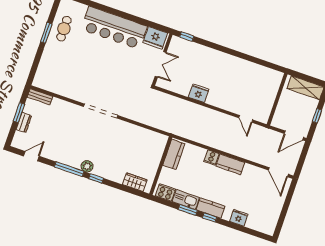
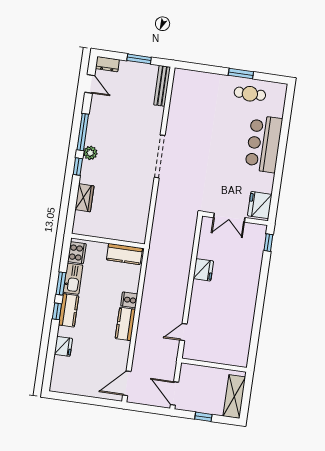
bar counter: (114, 28) -> (264, 144), width x0.73
bench: (40, 97) -> (162, 86), width x1.36
dresser: (24, 123) -> (107, 64), moved
wardrobe: (135, 182) -> (84, 198), moved

